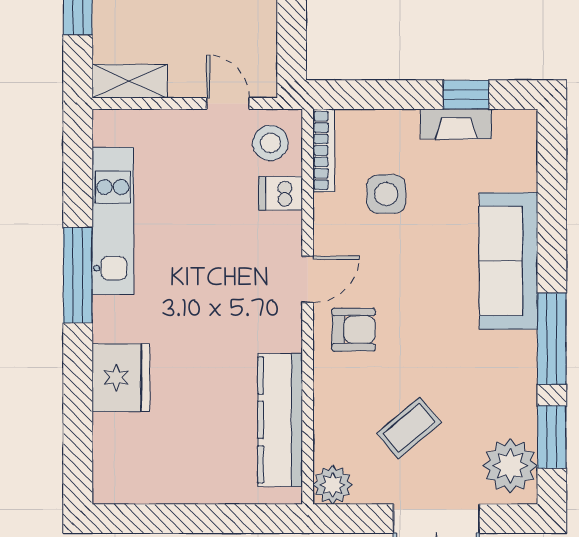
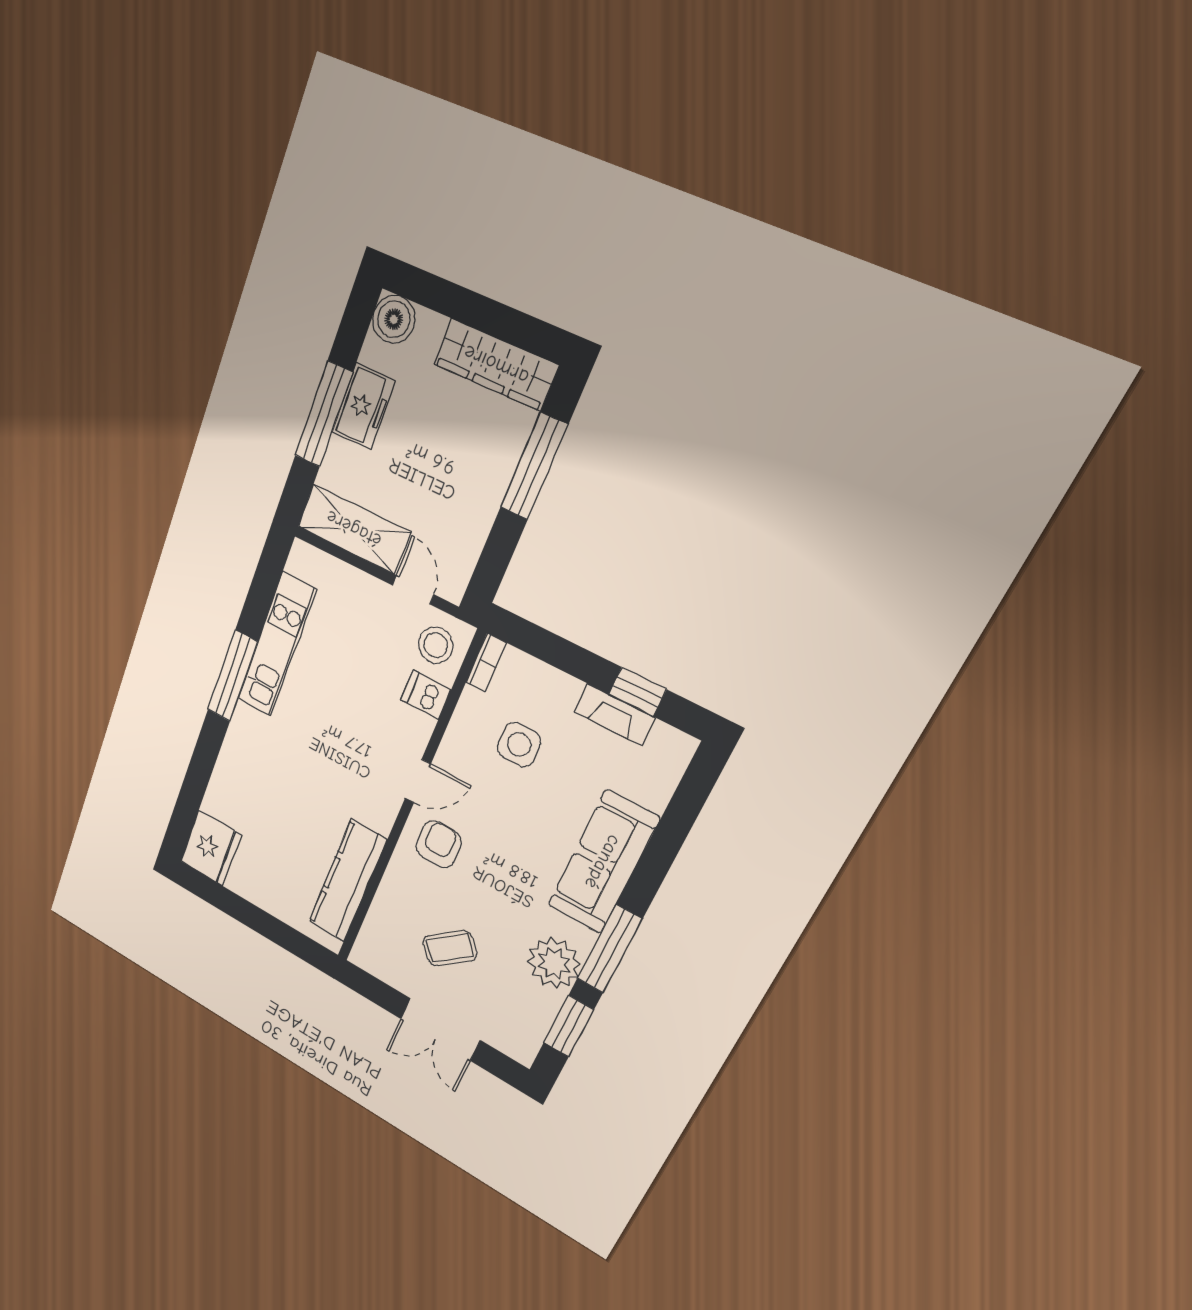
shelving: (130, 81) -> (354, 529), width x1.50, depth x1.33
bookcase: (324, 150) -> (486, 662), width x0.64
armchair: (354, 330) -> (439, 844), turned -90
fridge: (121, 378) -> (211, 848), moved
plant: (510, 466) -> (554, 963), moved
plant: (333, 485) -> (368, 955), removed

